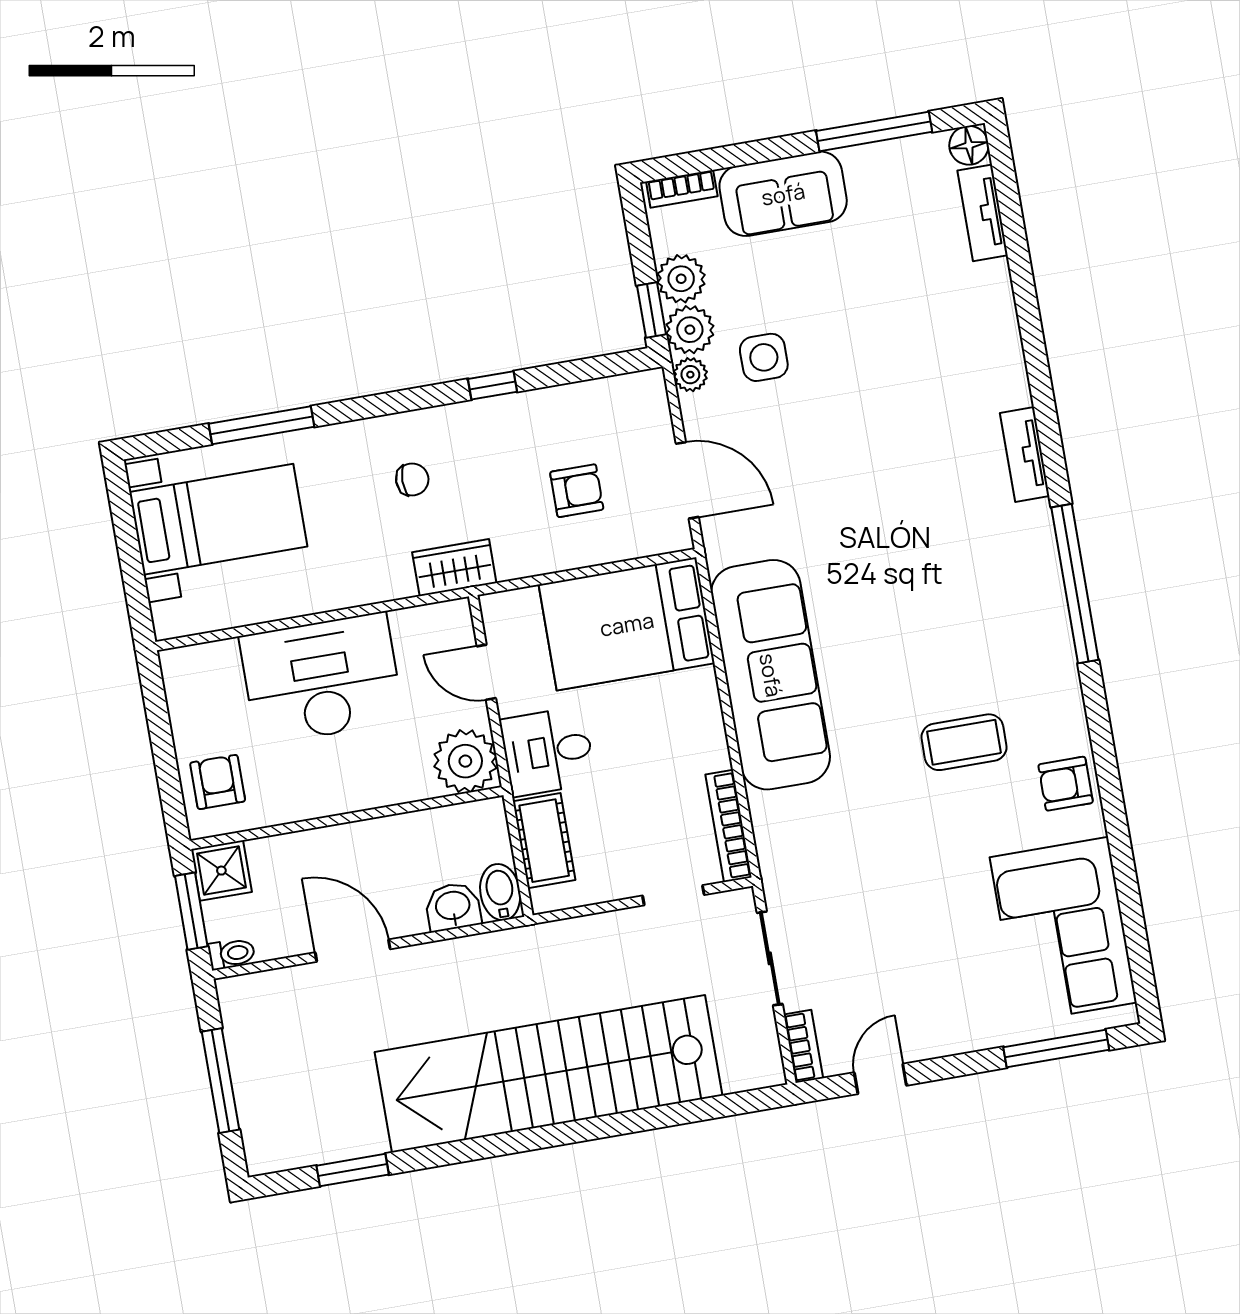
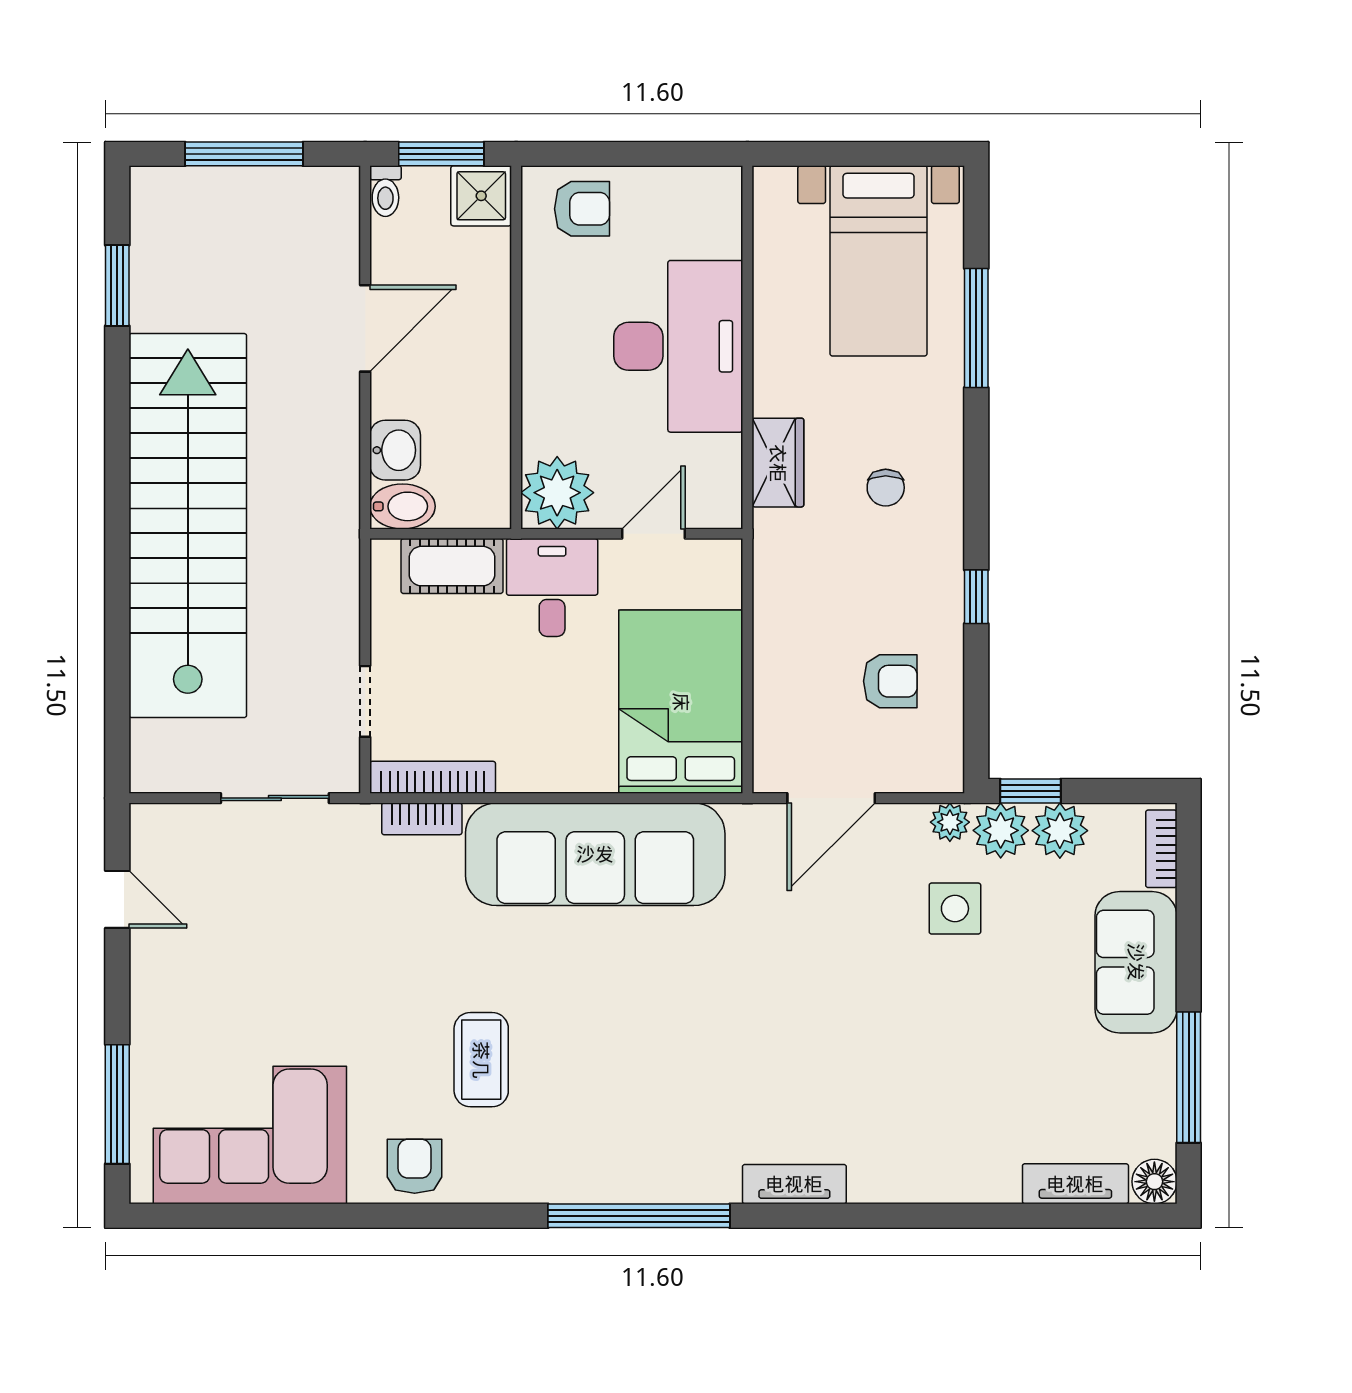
armchair: (577, 491) -> (890, 681), moved, turned -90
wardrobe: (454, 568) -> (778, 463), moved
bookcase: (803, 1046) -> (422, 819), moved

